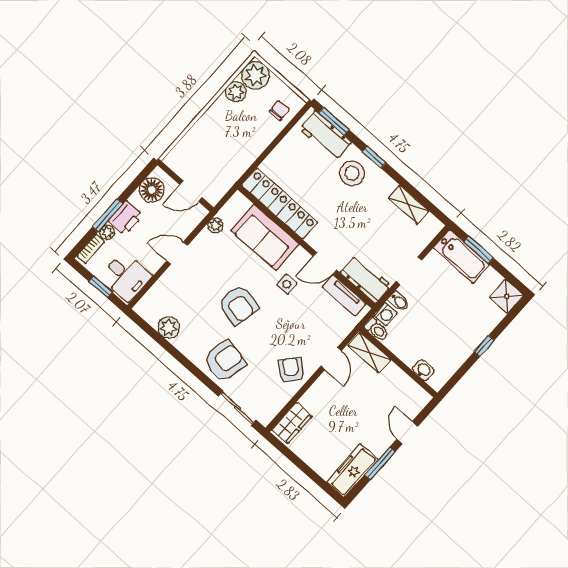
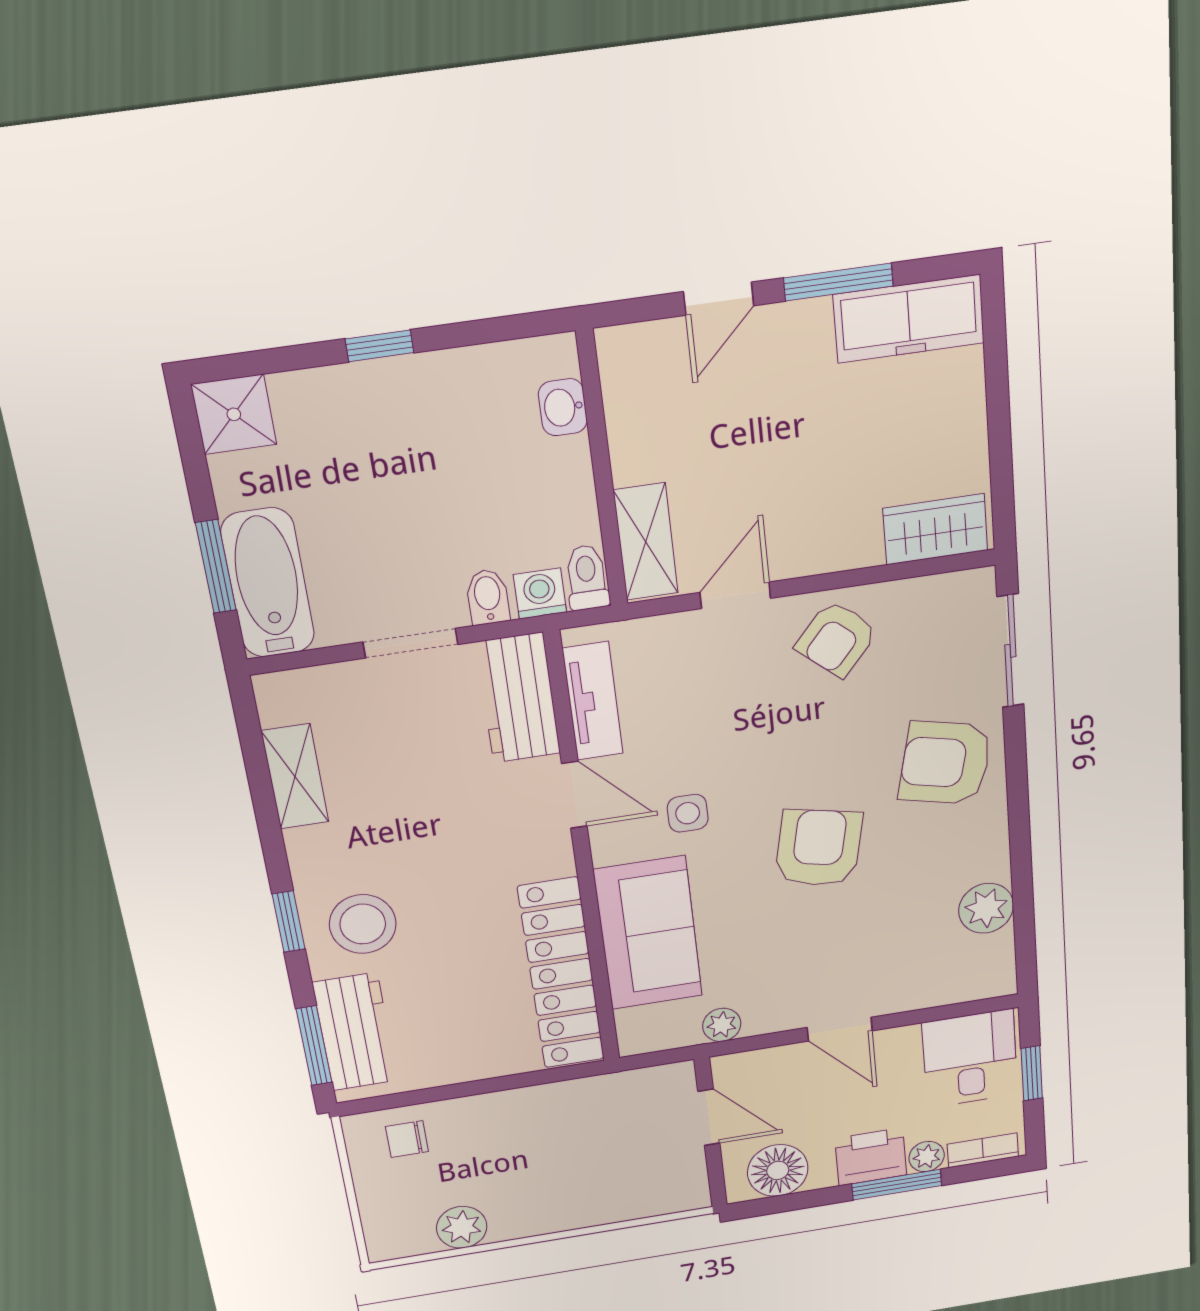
plant: (256, 75) -> (397, 1230), removed

